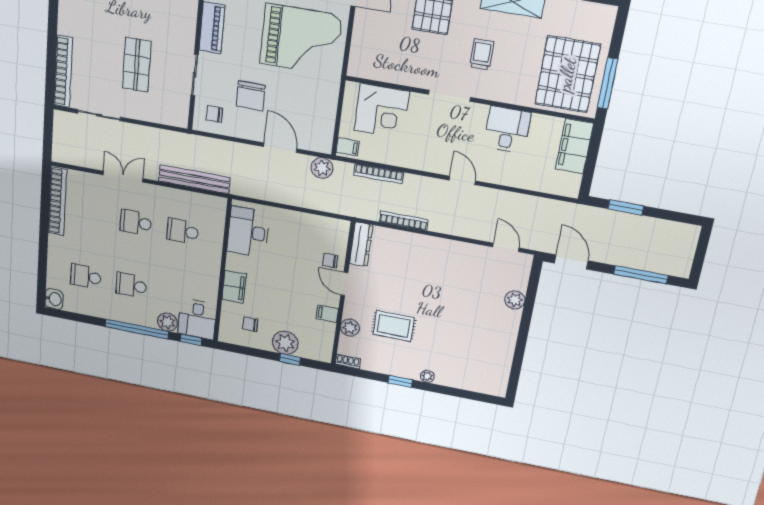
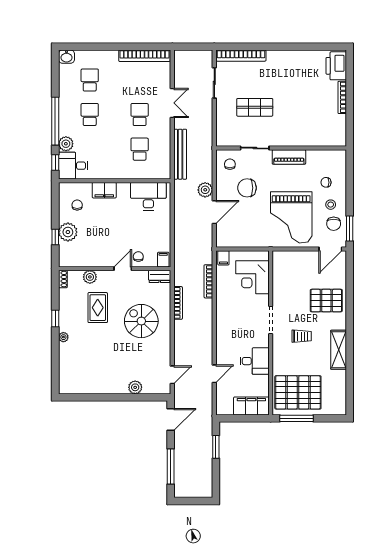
plant: (322, 168) -> (205, 190), moved
door: (462, 180) -> (214, 374), moved
dresser: (361, 245) -> (160, 276), width x0.70
spiral stairs: (422, 274) -> (141, 321), added
filing cabinet: (327, 314) -> (163, 260), moved

